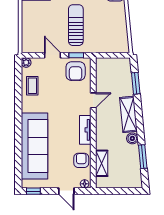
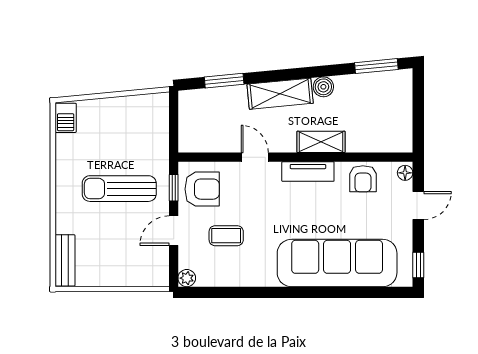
coffee table: (32, 86) -> (226, 236), moved
window: (143, 157) -> (376, 66), moved
armchair: (81, 160) -> (363, 179), turned -90
shelving: (102, 163) -> (321, 142), moved

